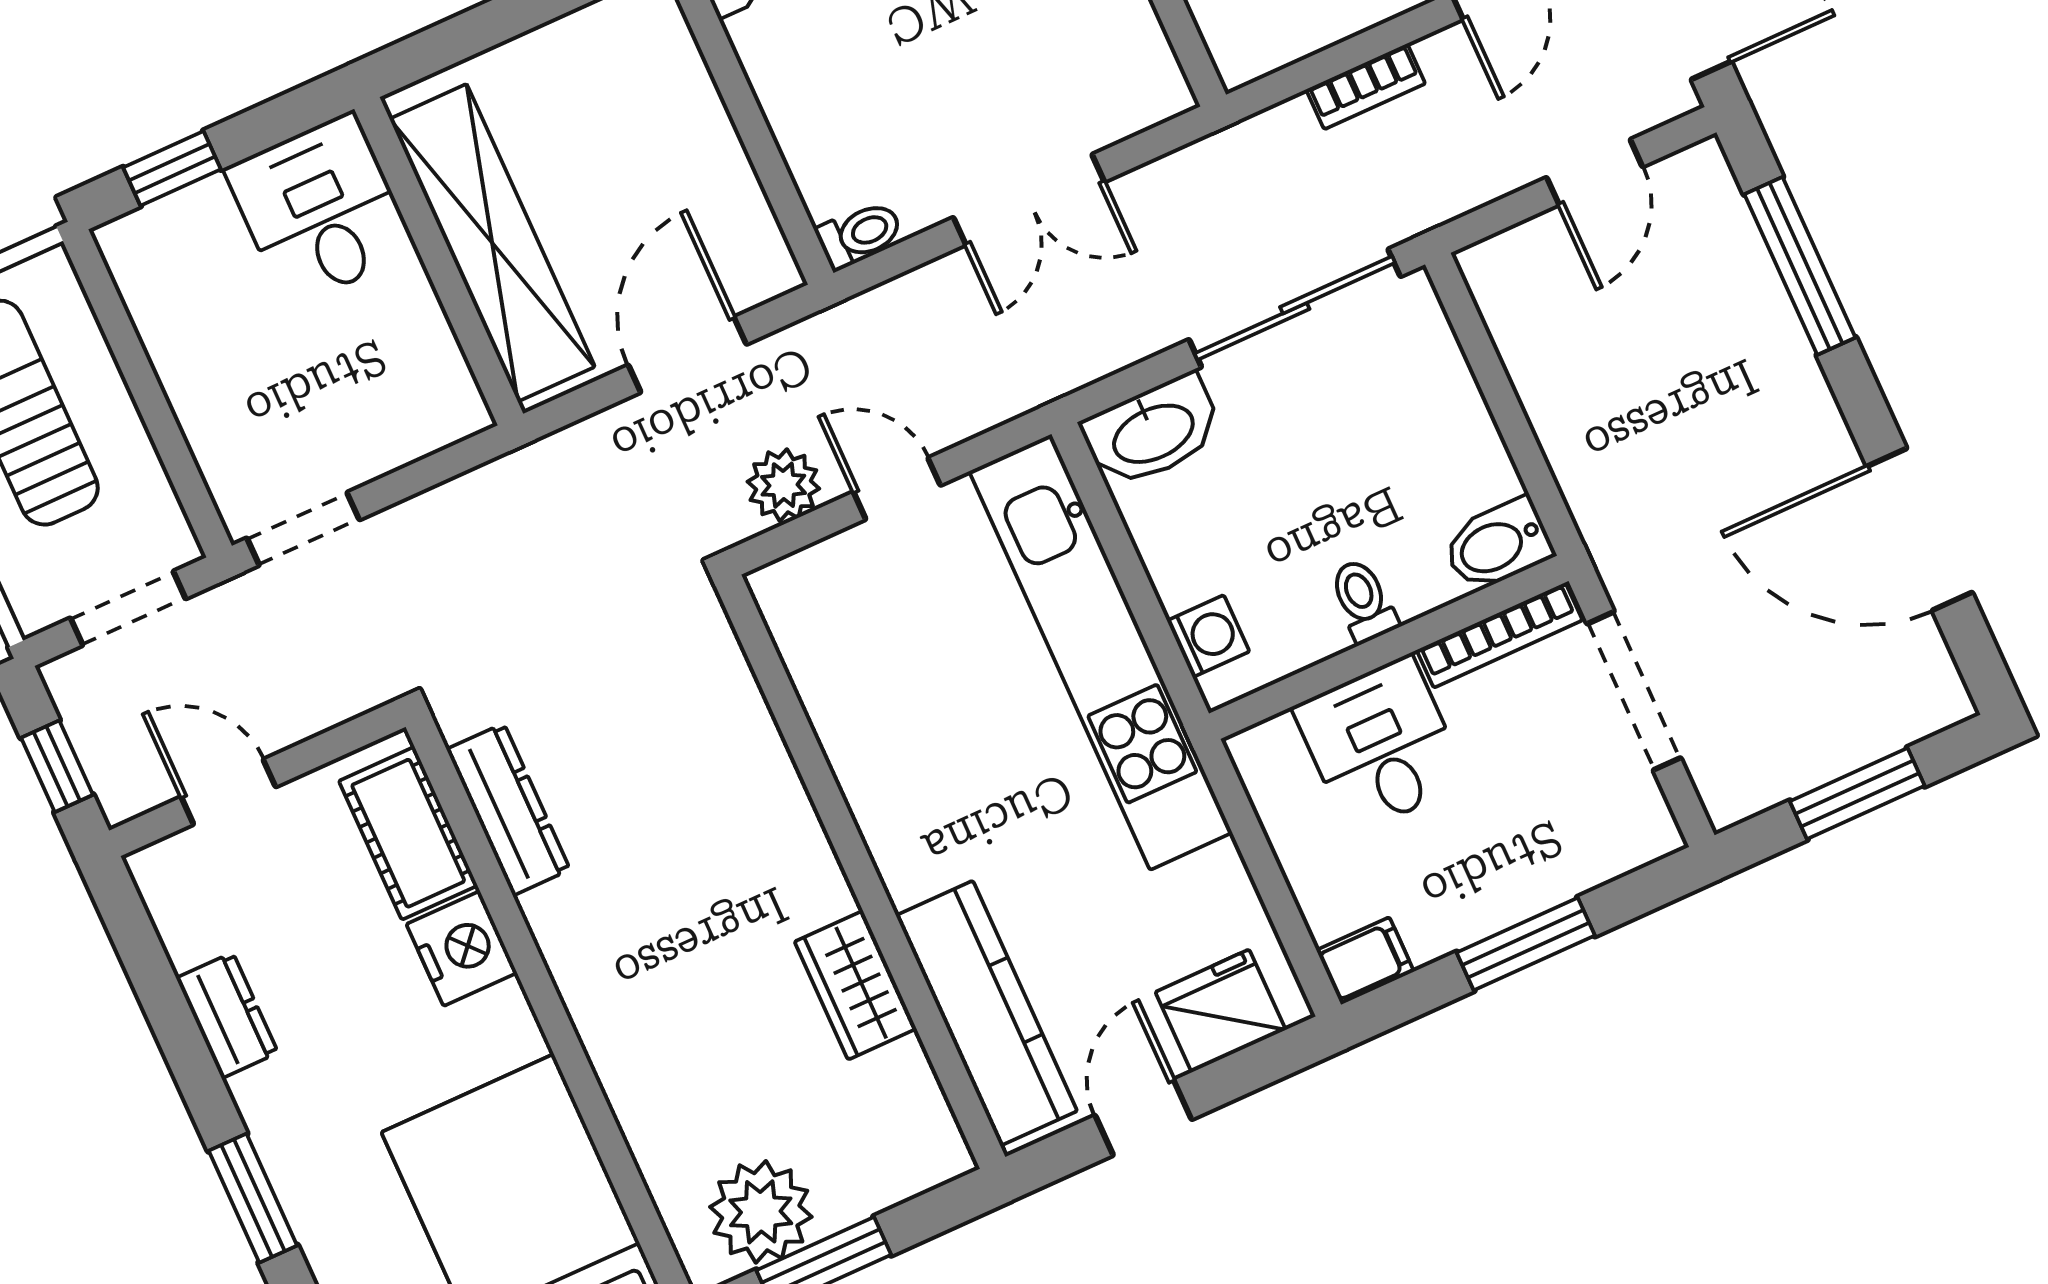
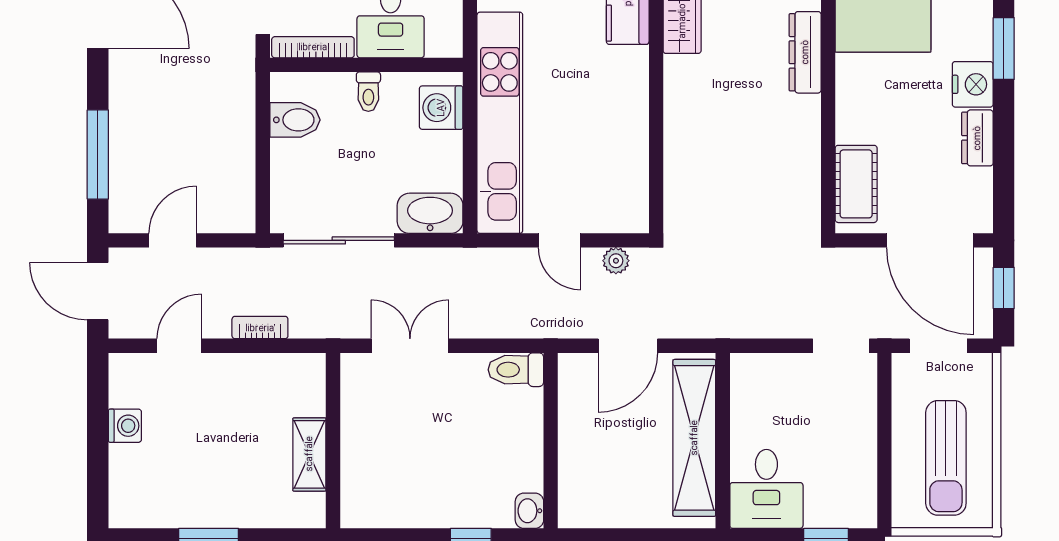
double door: (1029, 200) -> (410, 346), moved
toilet: (859, 234) -> (516, 370), width x1.37, depth x1.39
plant: (783, 485) -> (616, 261), width x0.73, depth x0.73
bidet: (1498, 545) -> (295, 120), moved
washing machine: (1208, 636) -> (441, 108), width x1.38, depth x1.38
door: (228, 792) -> (930, 240), width x1.87
dresser: (508, 809) -> (805, 52), moved
nightstand: (462, 948) -> (973, 84), moved, turned 180

